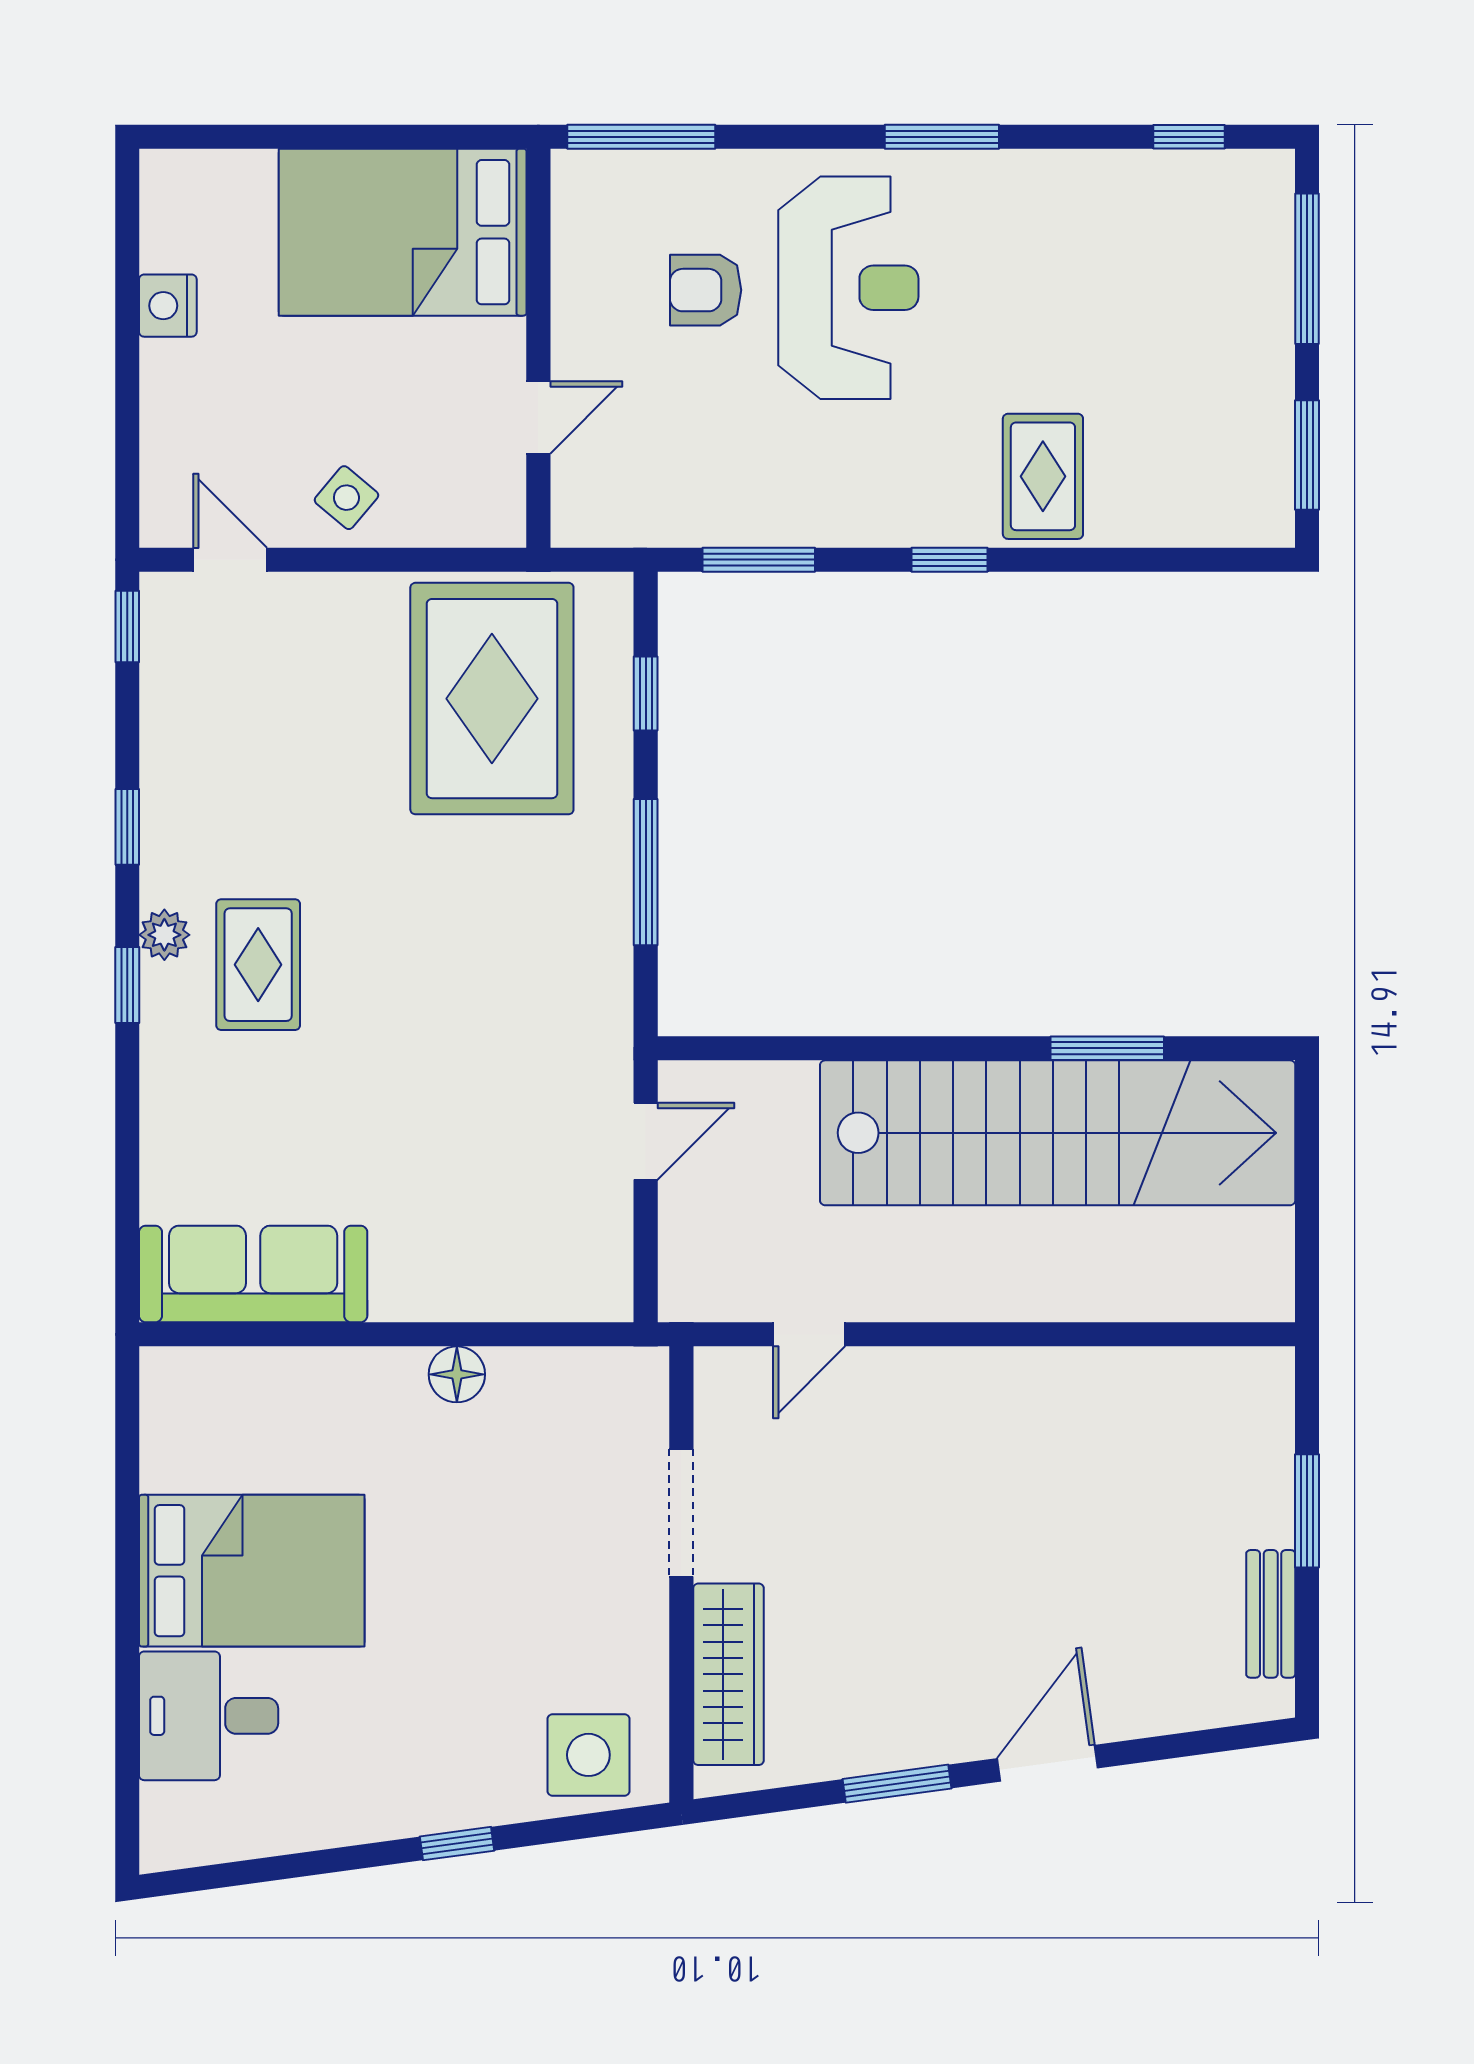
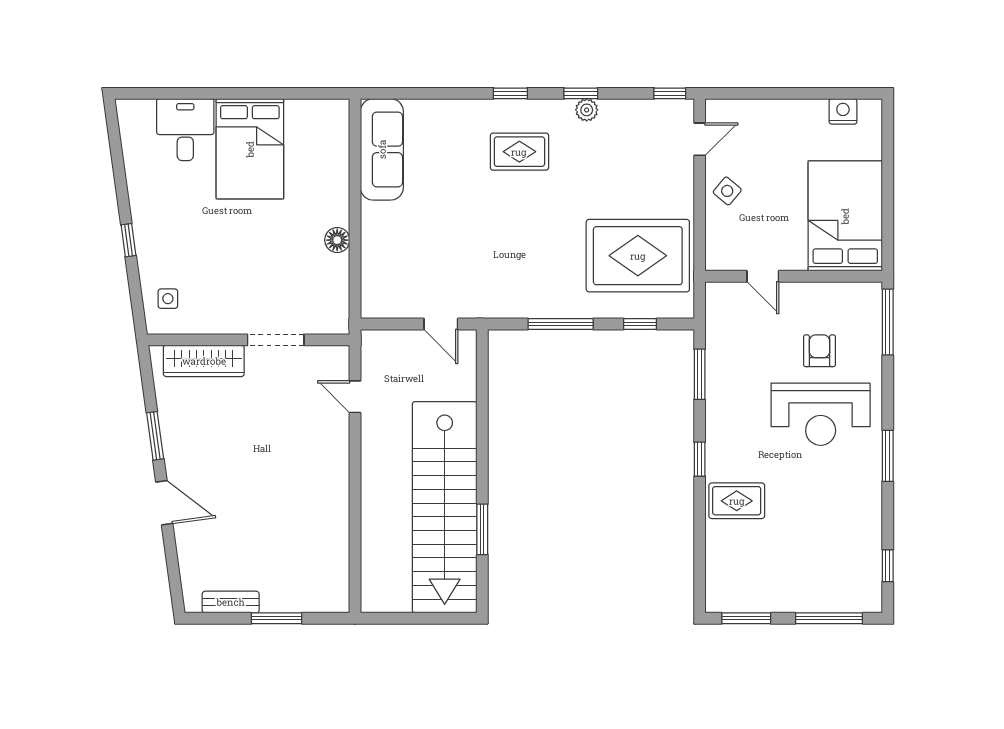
nightstand: (168, 306) -> (843, 111), moved
plant: (164, 935) -> (587, 110), moved
side table: (588, 1755) -> (168, 299), width x0.54, depth x0.54

